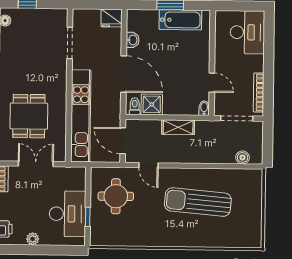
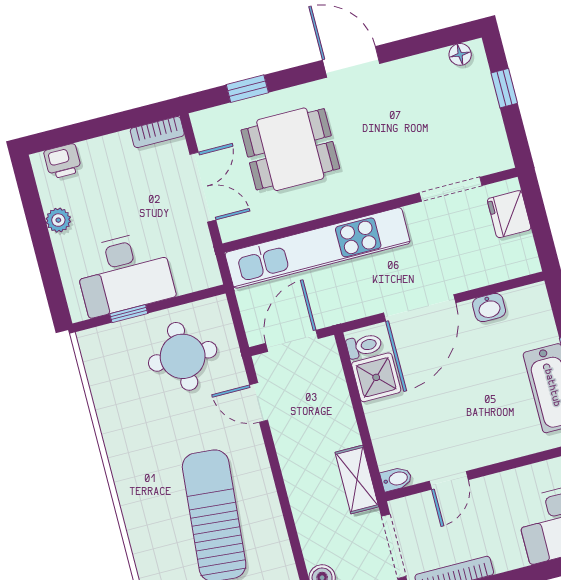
fridge: (112, 18) -> (509, 214), moved
shelving: (178, 127) -> (357, 480), moved
door: (148, 165) -> (259, 403), hinge flipped

